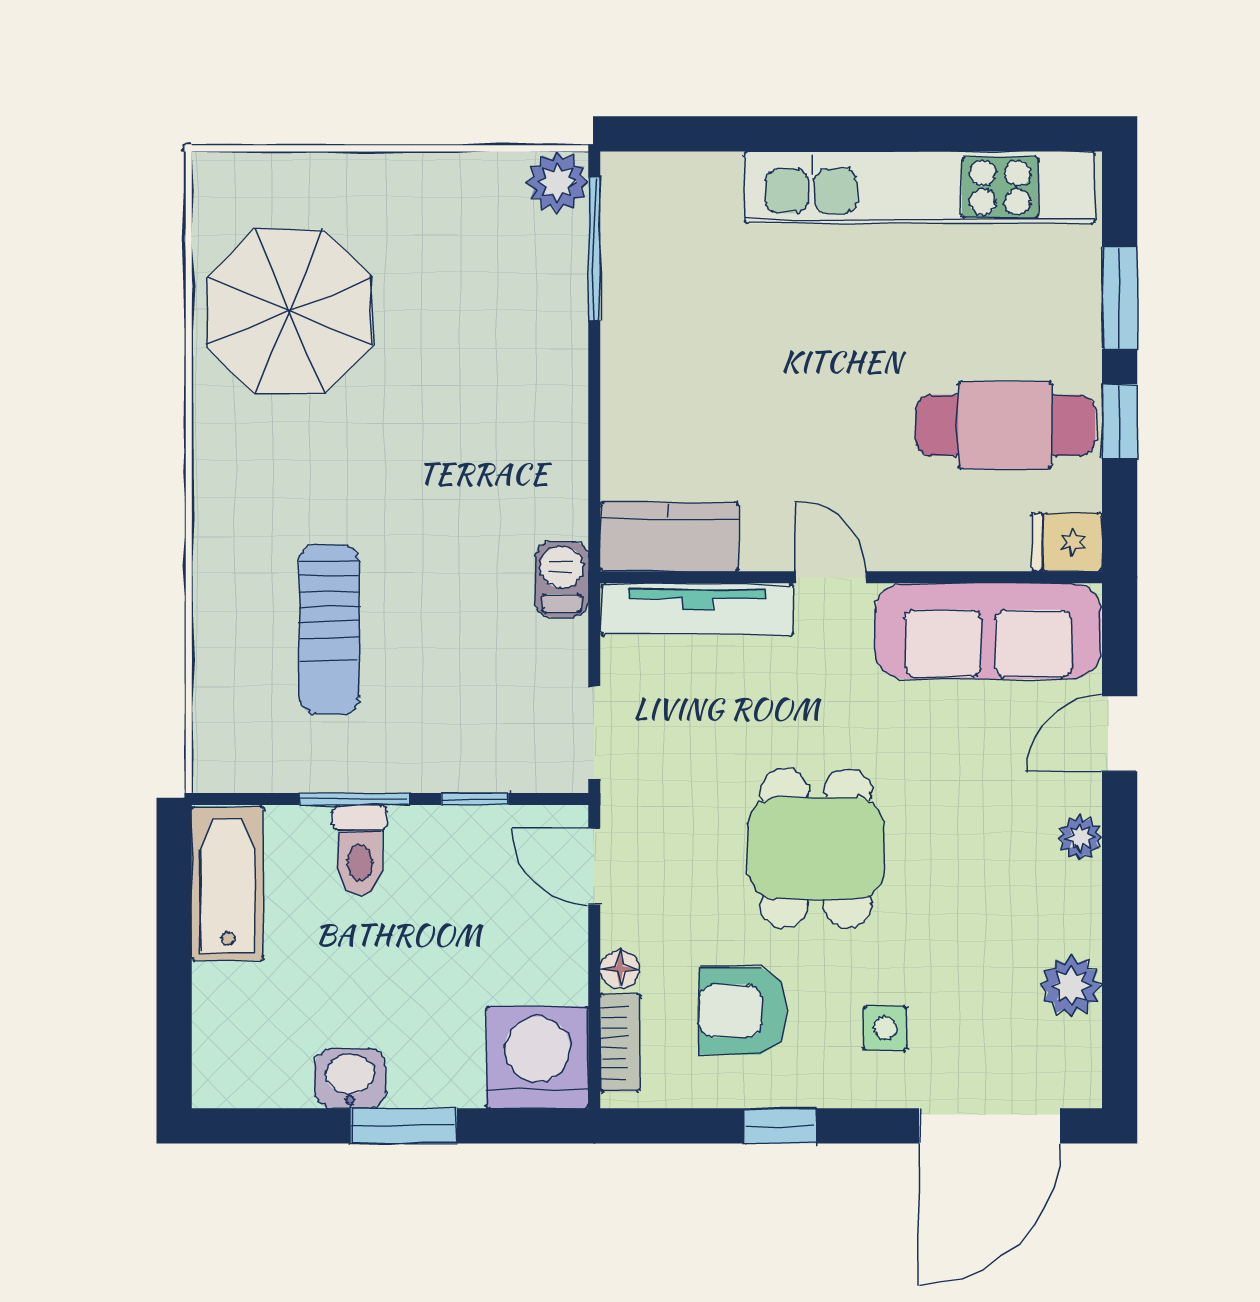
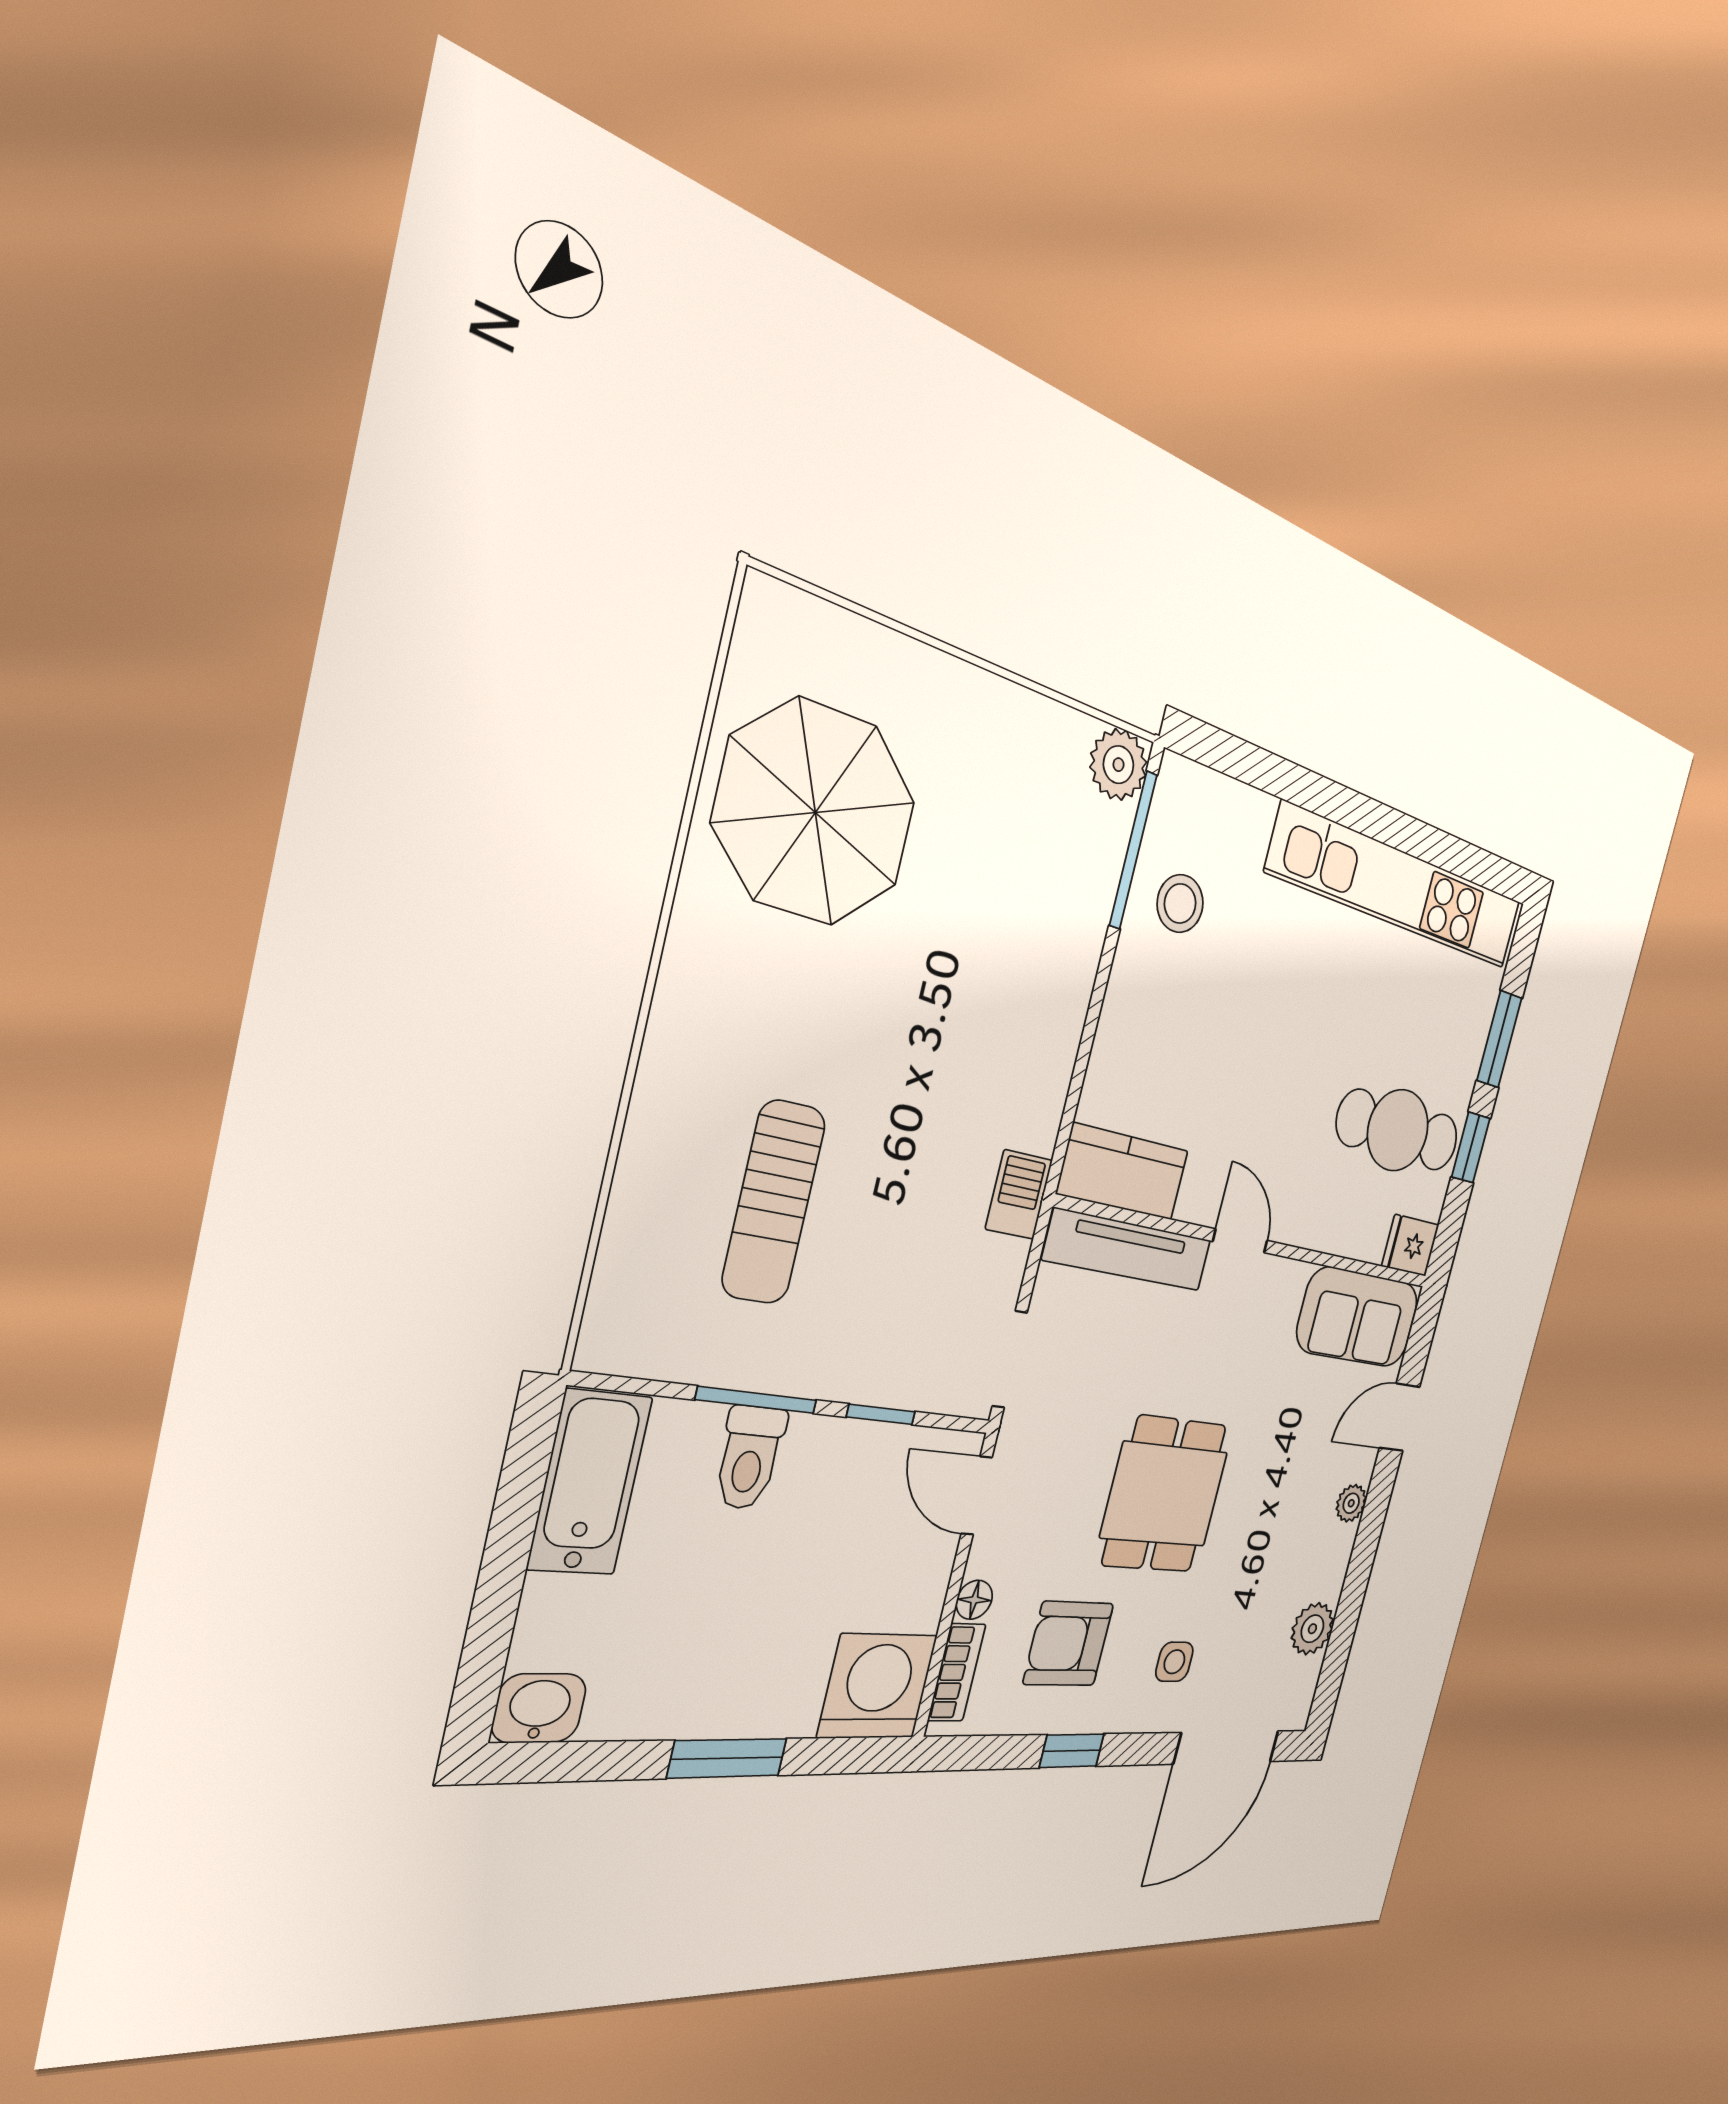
stool: (659, 279) -> (1180, 904), added
sofa: (988, 631) -> (1358, 1317), width x0.73
washbasin: (350, 1078) -> (539, 1708), moved

